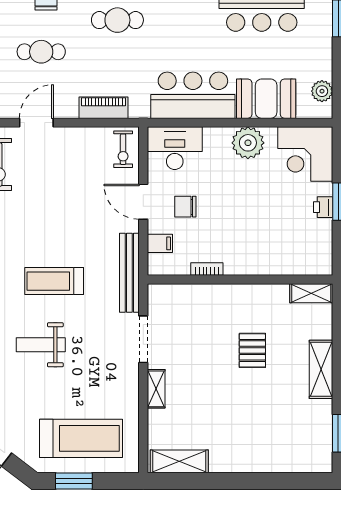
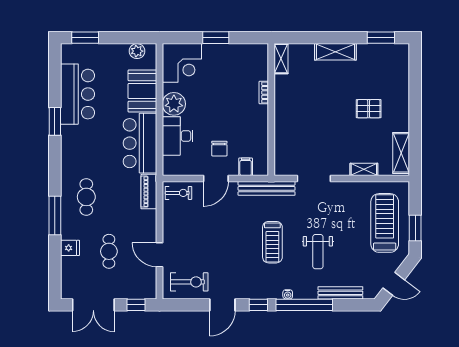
piano: (104, 108) -> (149, 192), moved
desk: (175, 148) -> (178, 136), moved
printer: (323, 207) -> (220, 50), removed
bookcase: (207, 269) -> (264, 93), moved
pallet: (252, 350) -> (369, 109), moved
shelving: (156, 389) -> (364, 169), moved

